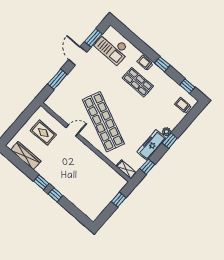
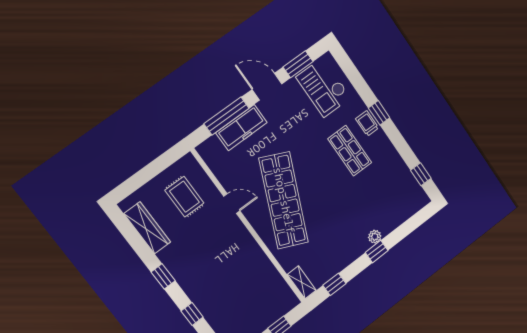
door: (78, 56) -> (267, 87), hinge flipped
window: (162, 64) -> (379, 113), moved
window: (57, 79) -> (227, 116), width x1.44
trolley: (183, 105) -> (408, 202), removed
freezer: (151, 145) -> (241, 128), moved, turned 180
window: (56, 195) -> (192, 314), moved

